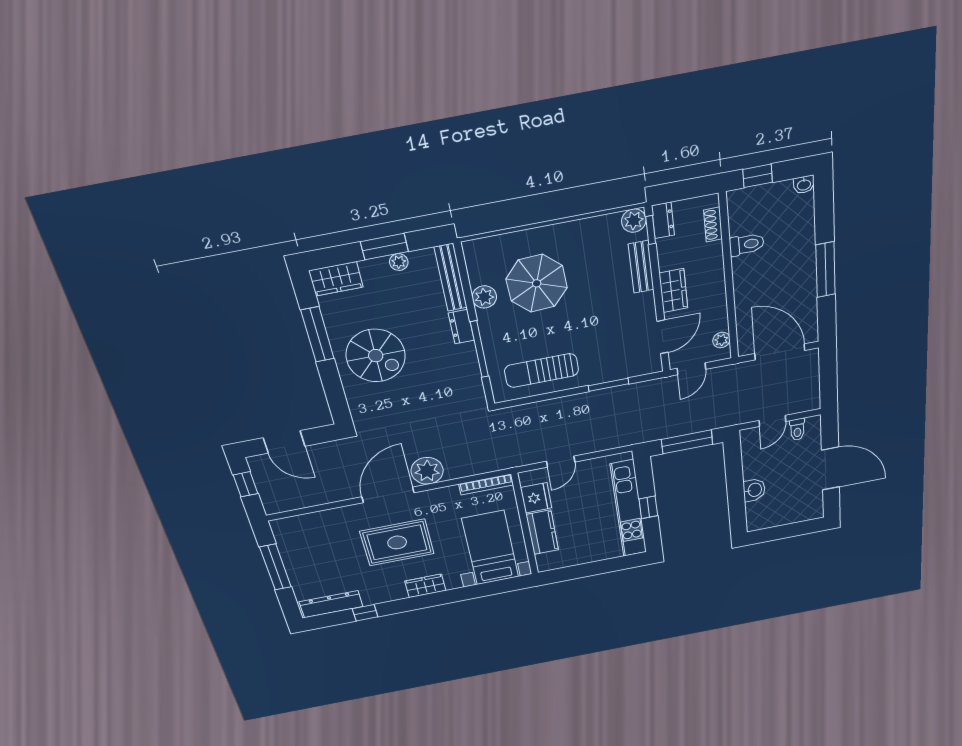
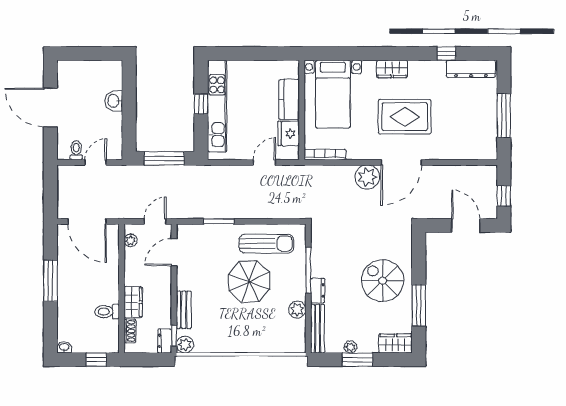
parasol: (537, 283) -> (249, 282), moved
wardrobe: (673, 291) -> (133, 302), moved, turned 180

